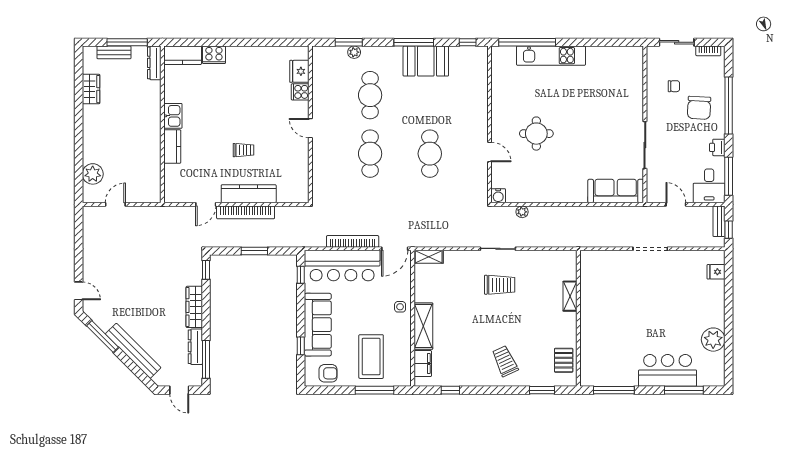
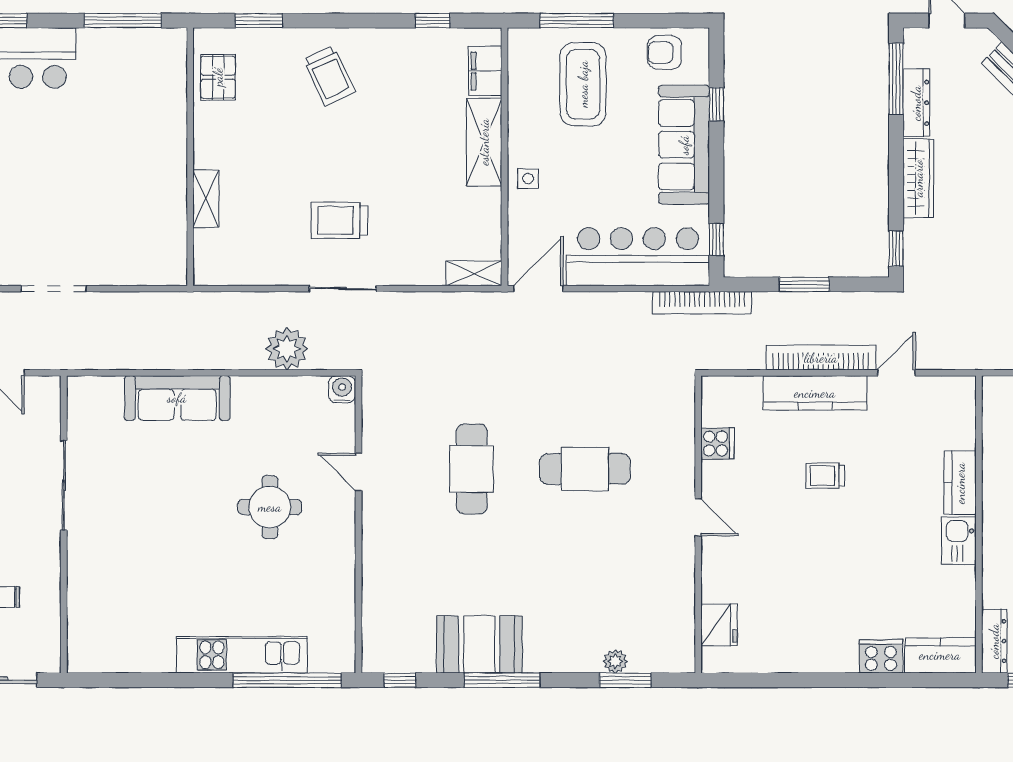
cooker: (300, 92) -> (718, 444), moved
cafe table: (370, 95) -> (585, 580), removed
cafe table: (370, 154) -> (585, 469), turned 90
sofa: (616, 191) -> (177, 398), moved
plant: (522, 212) -> (287, 349), width x1.87, depth x1.87
bookcase: (353, 241) -> (702, 303), moved

